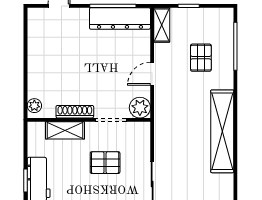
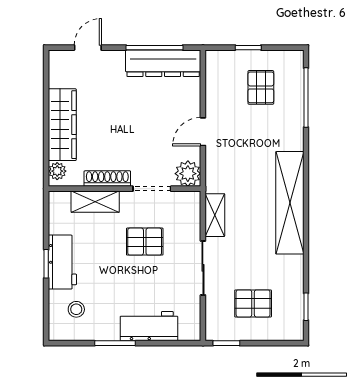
shelving: (162, 25) -> (215, 215), moved
pallet: (201, 58) -> (261, 87), moved
wardrobe: (38, 68) -> (62, 125), added

